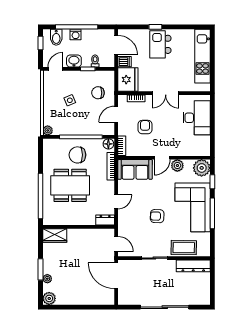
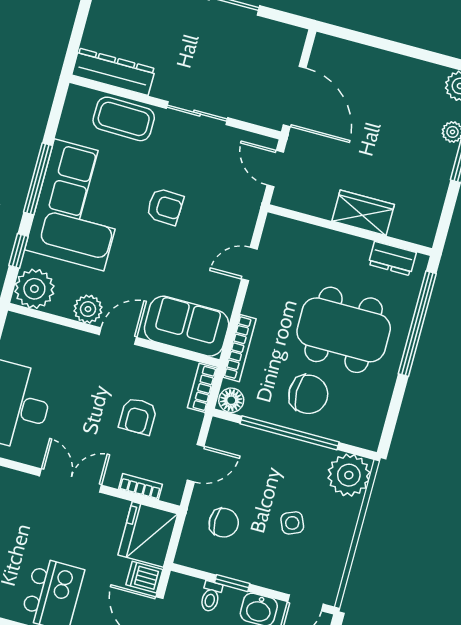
plant: (48, 130) -> (349, 475), width x1.87, depth x1.87
dresser: (105, 220) -> (392, 258), moved
wardrobe: (55, 236) -> (363, 213), moved

